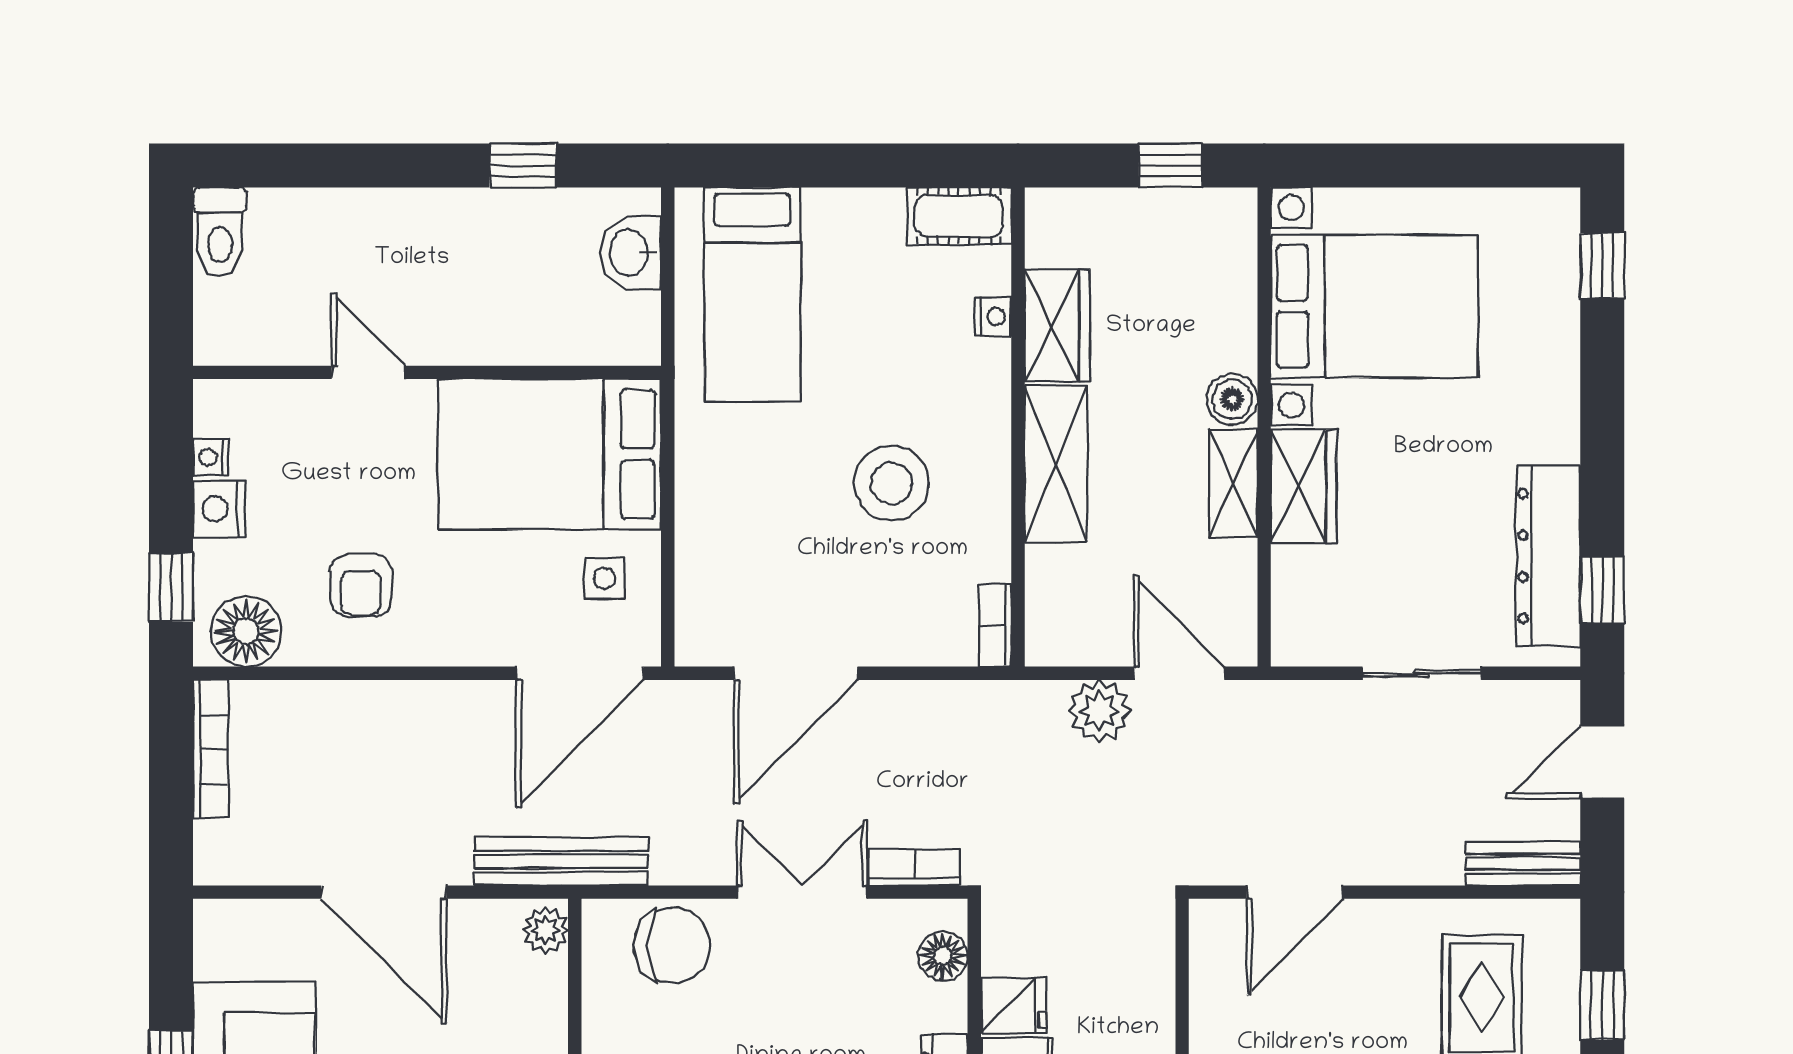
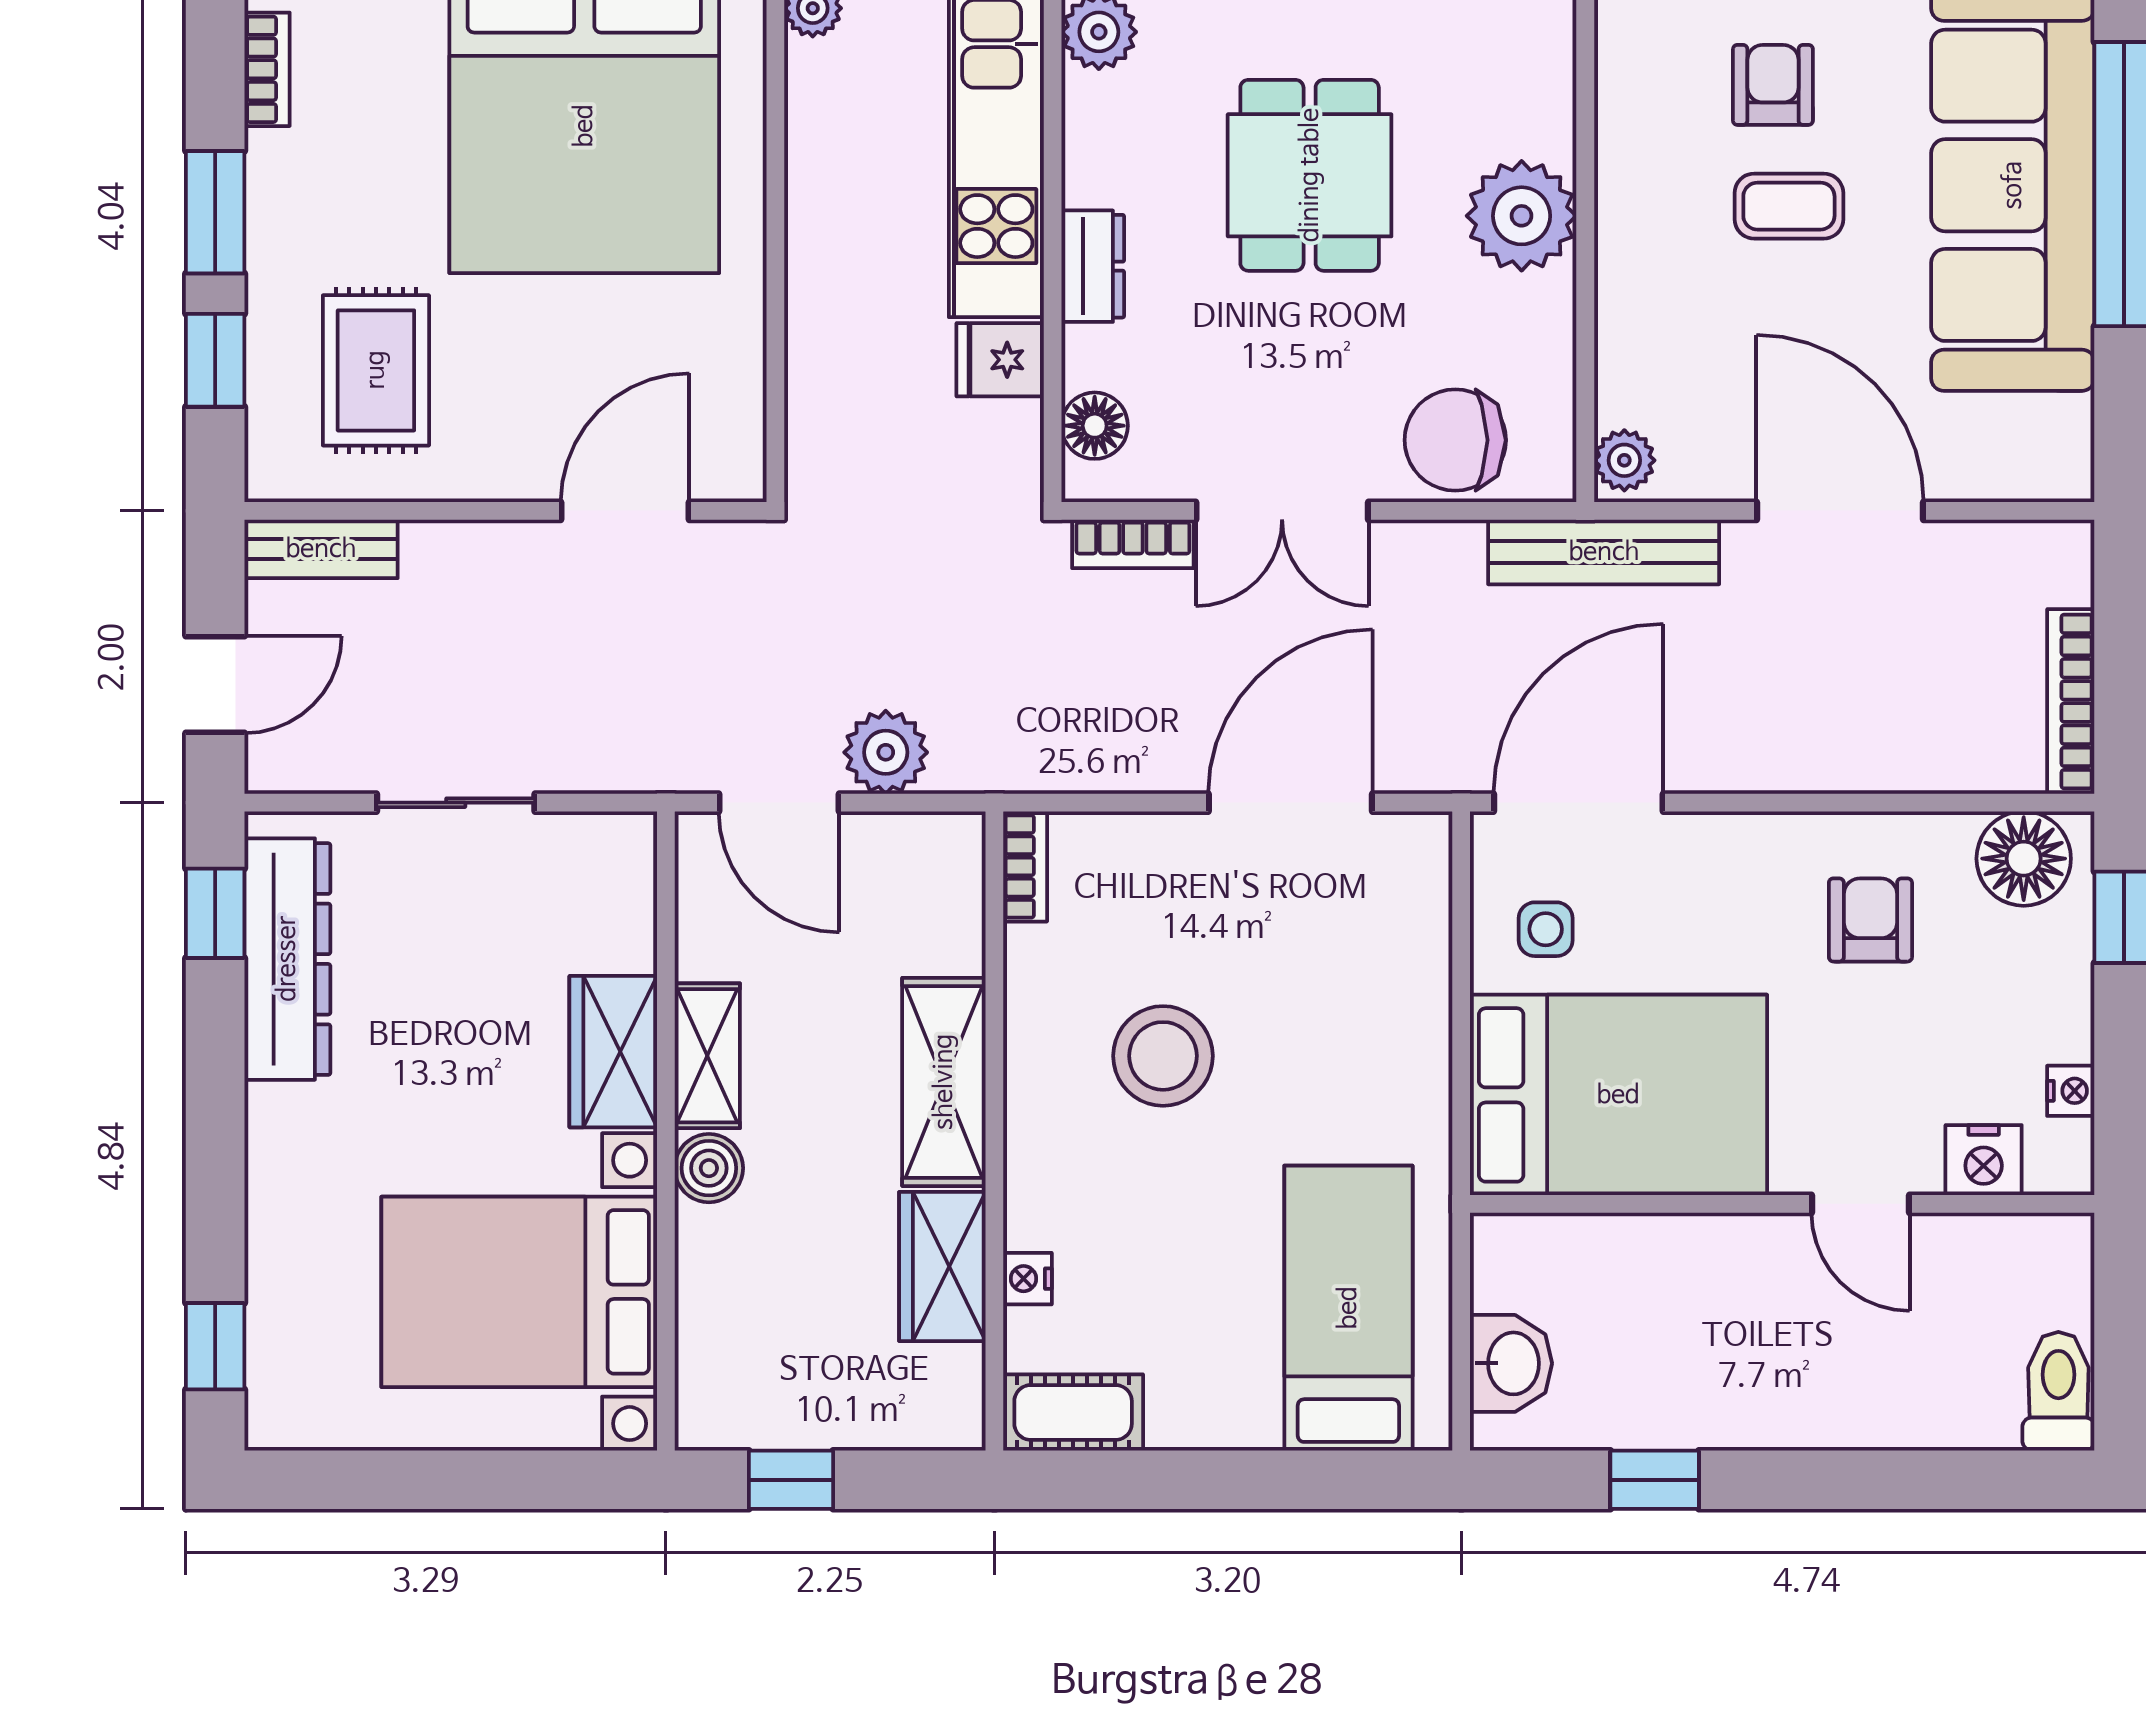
nightstand: (219, 509) -> (1984, 1160), moved, turned 90

